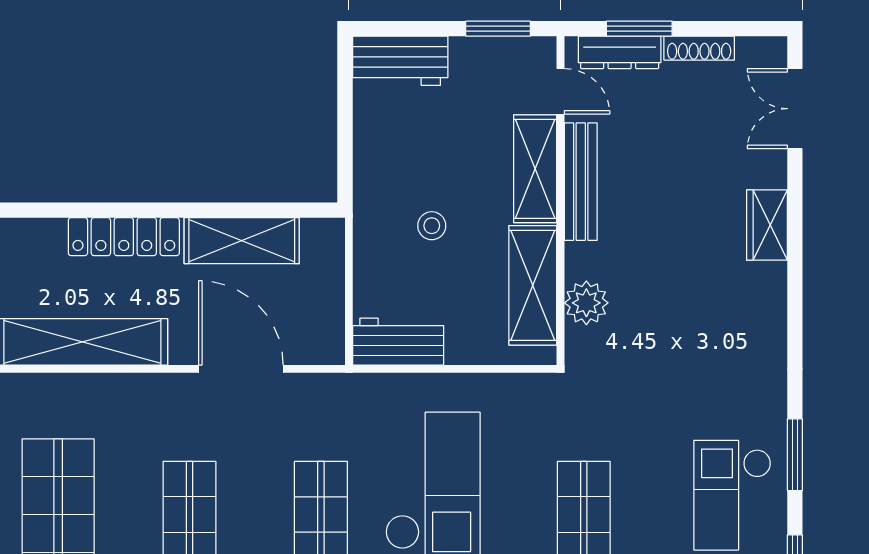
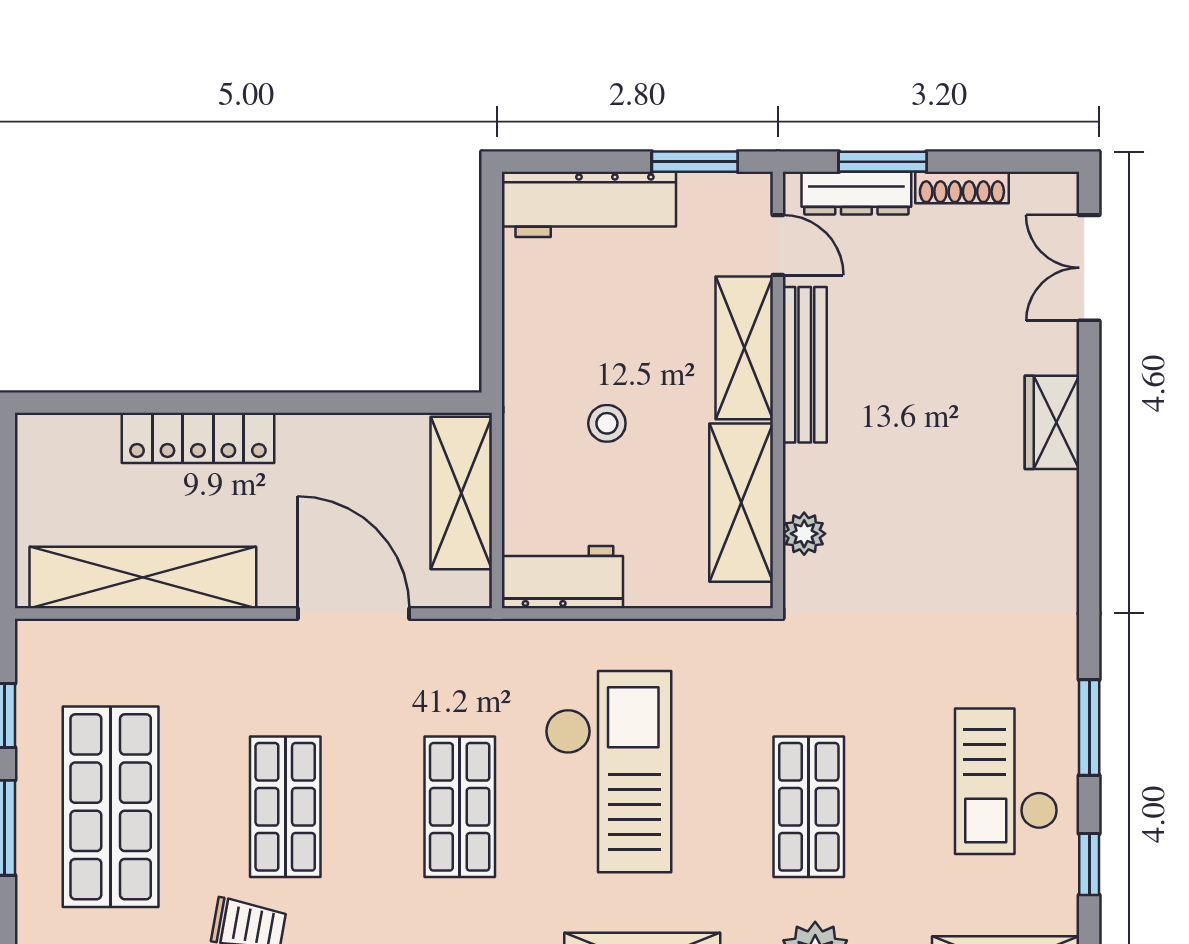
workbench: (400, 61) -> (589, 204), width x1.38
shelving: (242, 241) -> (461, 493), moved, turned 90
plant: (586, 303) -> (804, 534), width x0.73, depth x0.73

